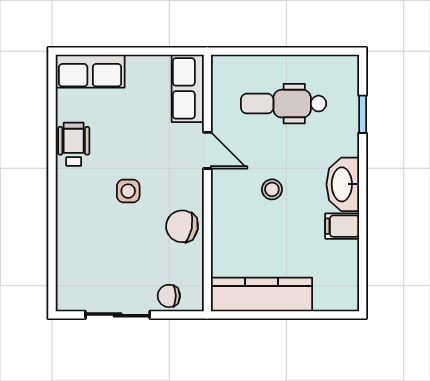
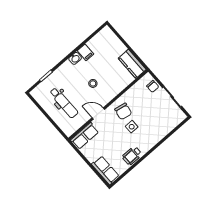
door: (207, 150) -> (98, 113), hinge flipped
washbasin: (343, 184) -> (75, 58), width x0.52, depth x0.69
chair: (182, 226) -> (123, 111), moved
kitchen counter: (261, 294) -> (132, 64), width x0.67

